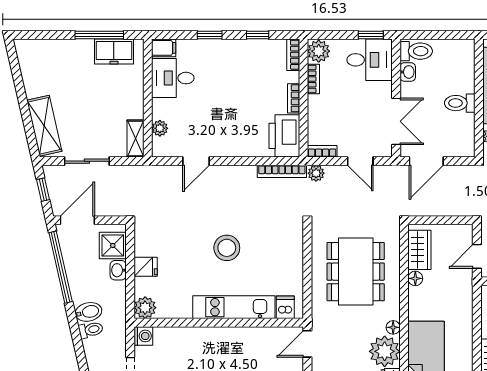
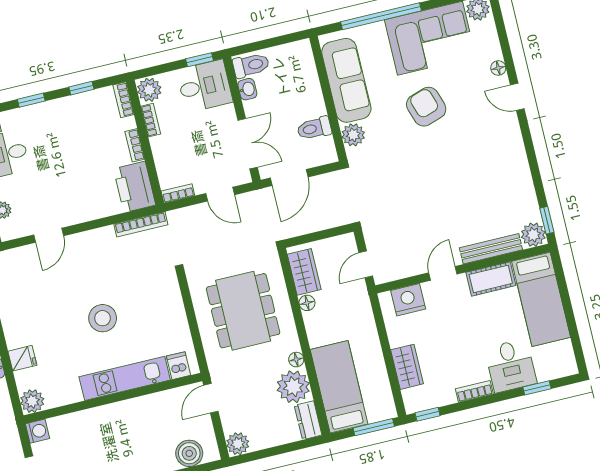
toilet: (460, 103) -> (314, 128), moved
plant: (316, 173) -> (177, 218), removed

